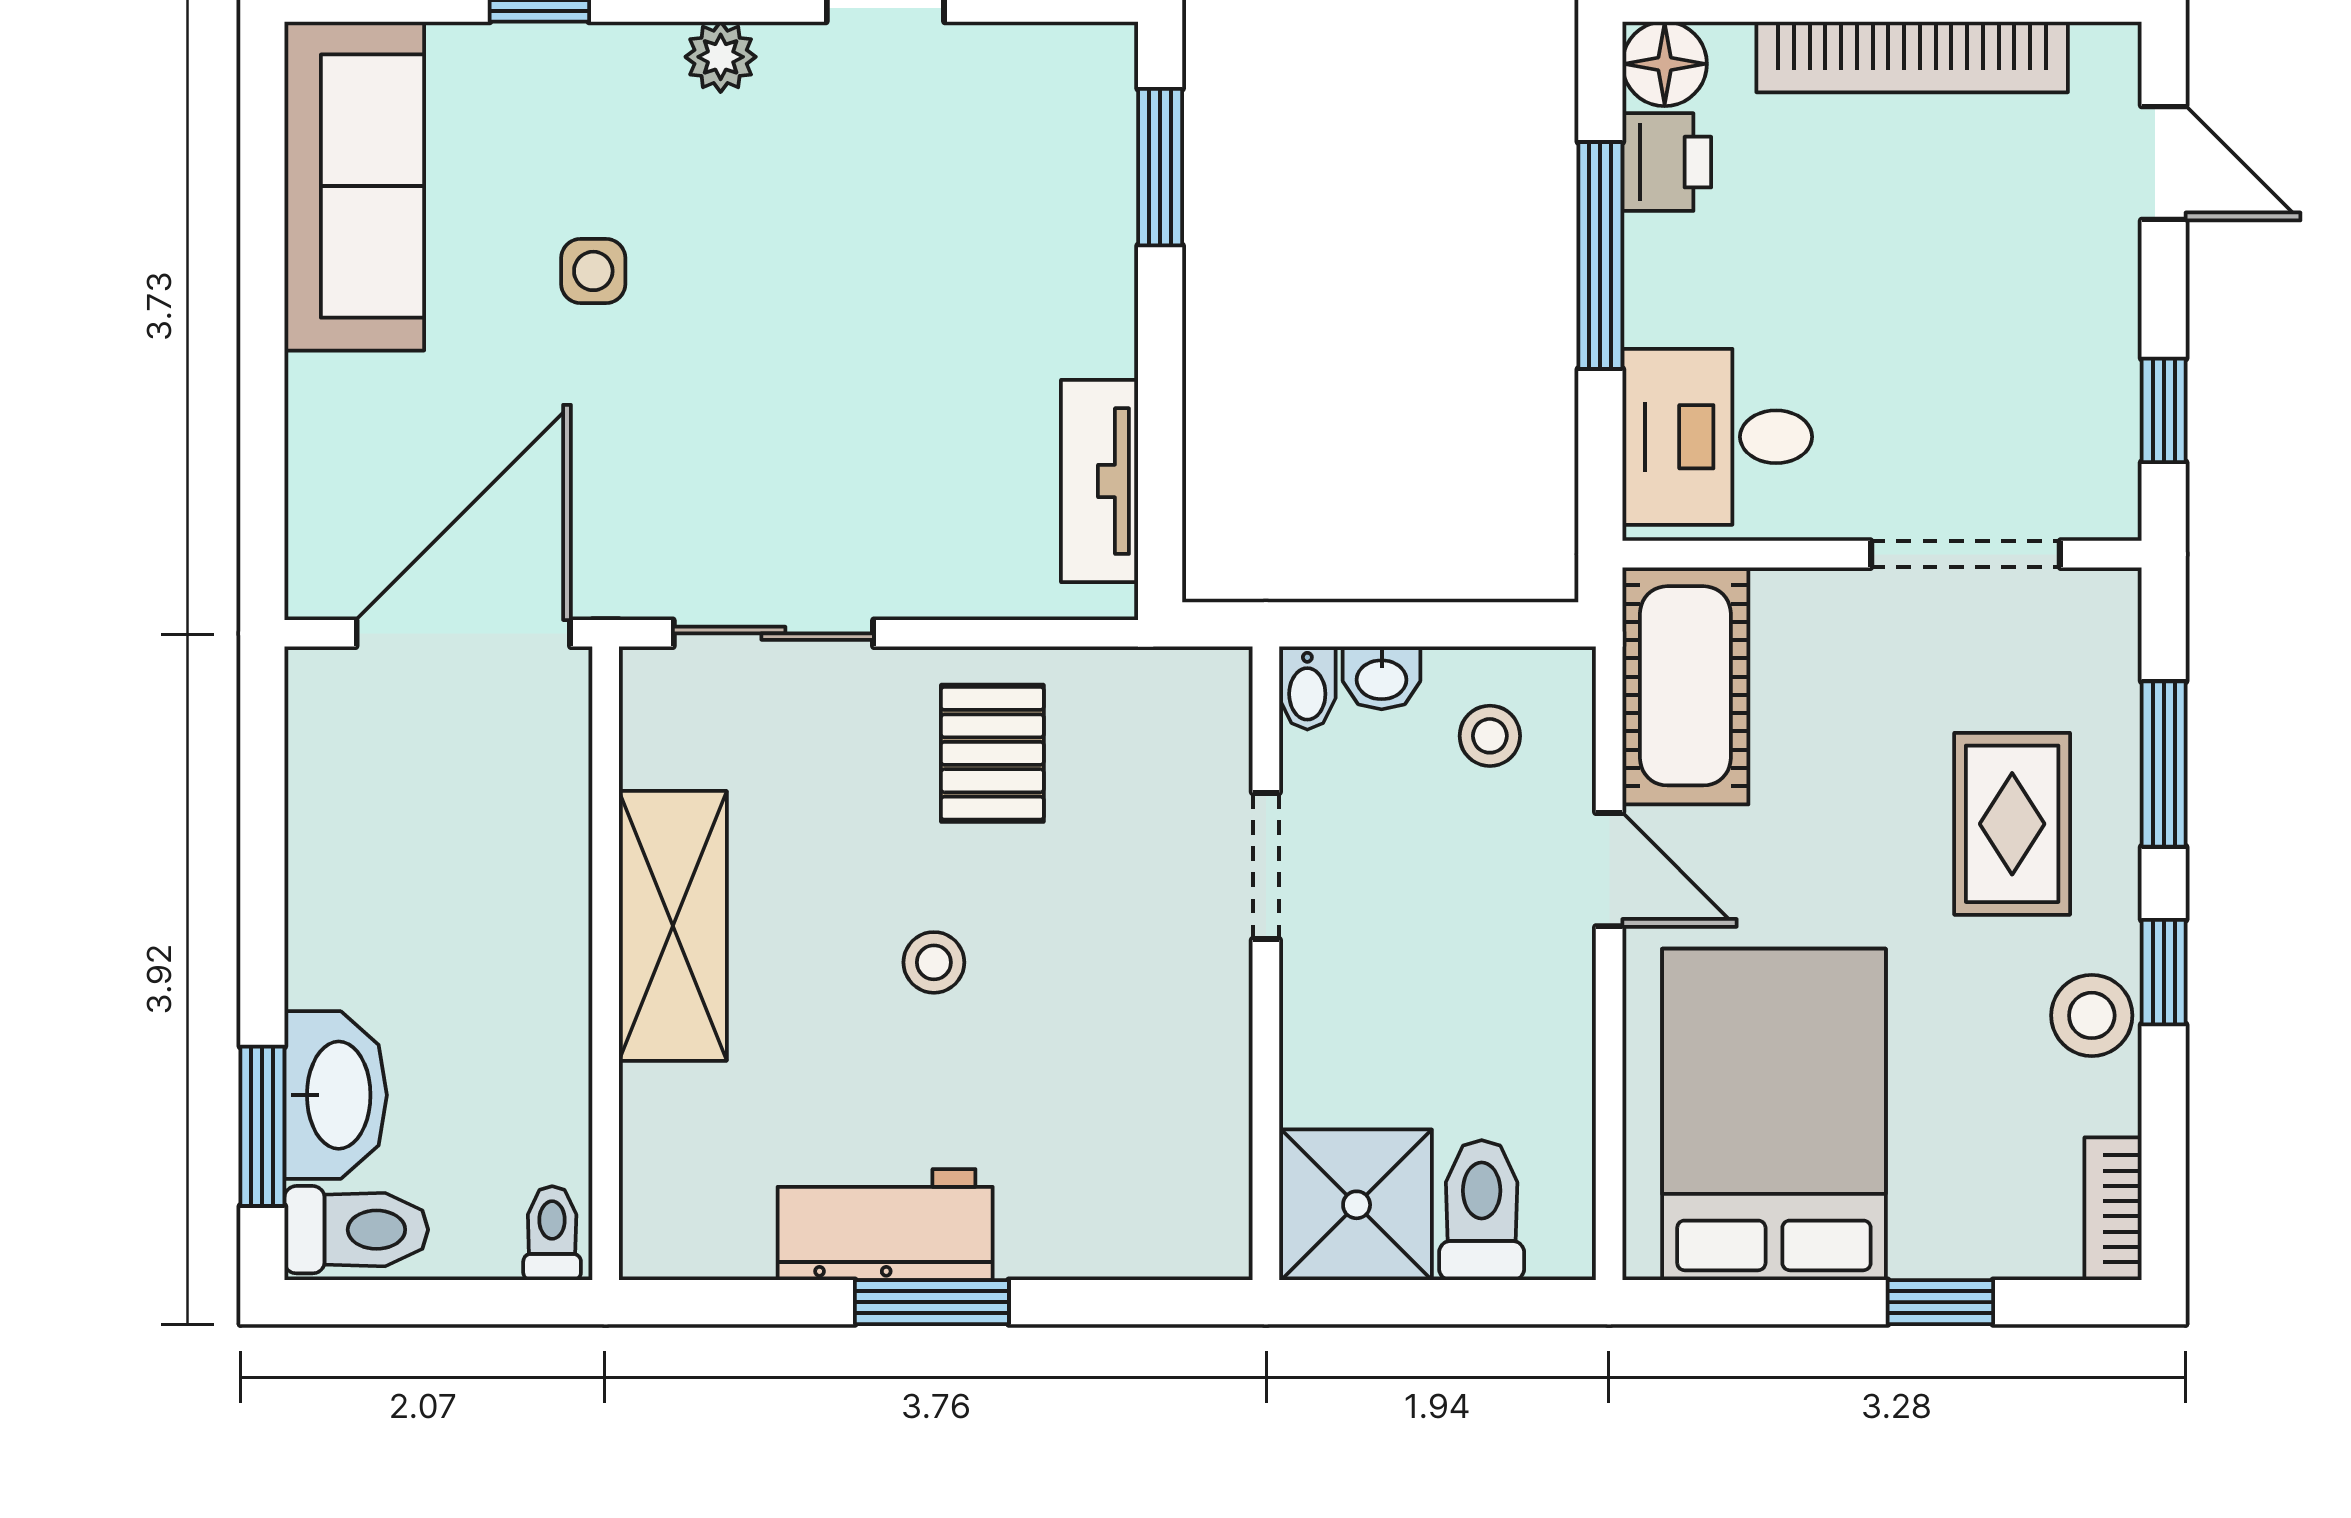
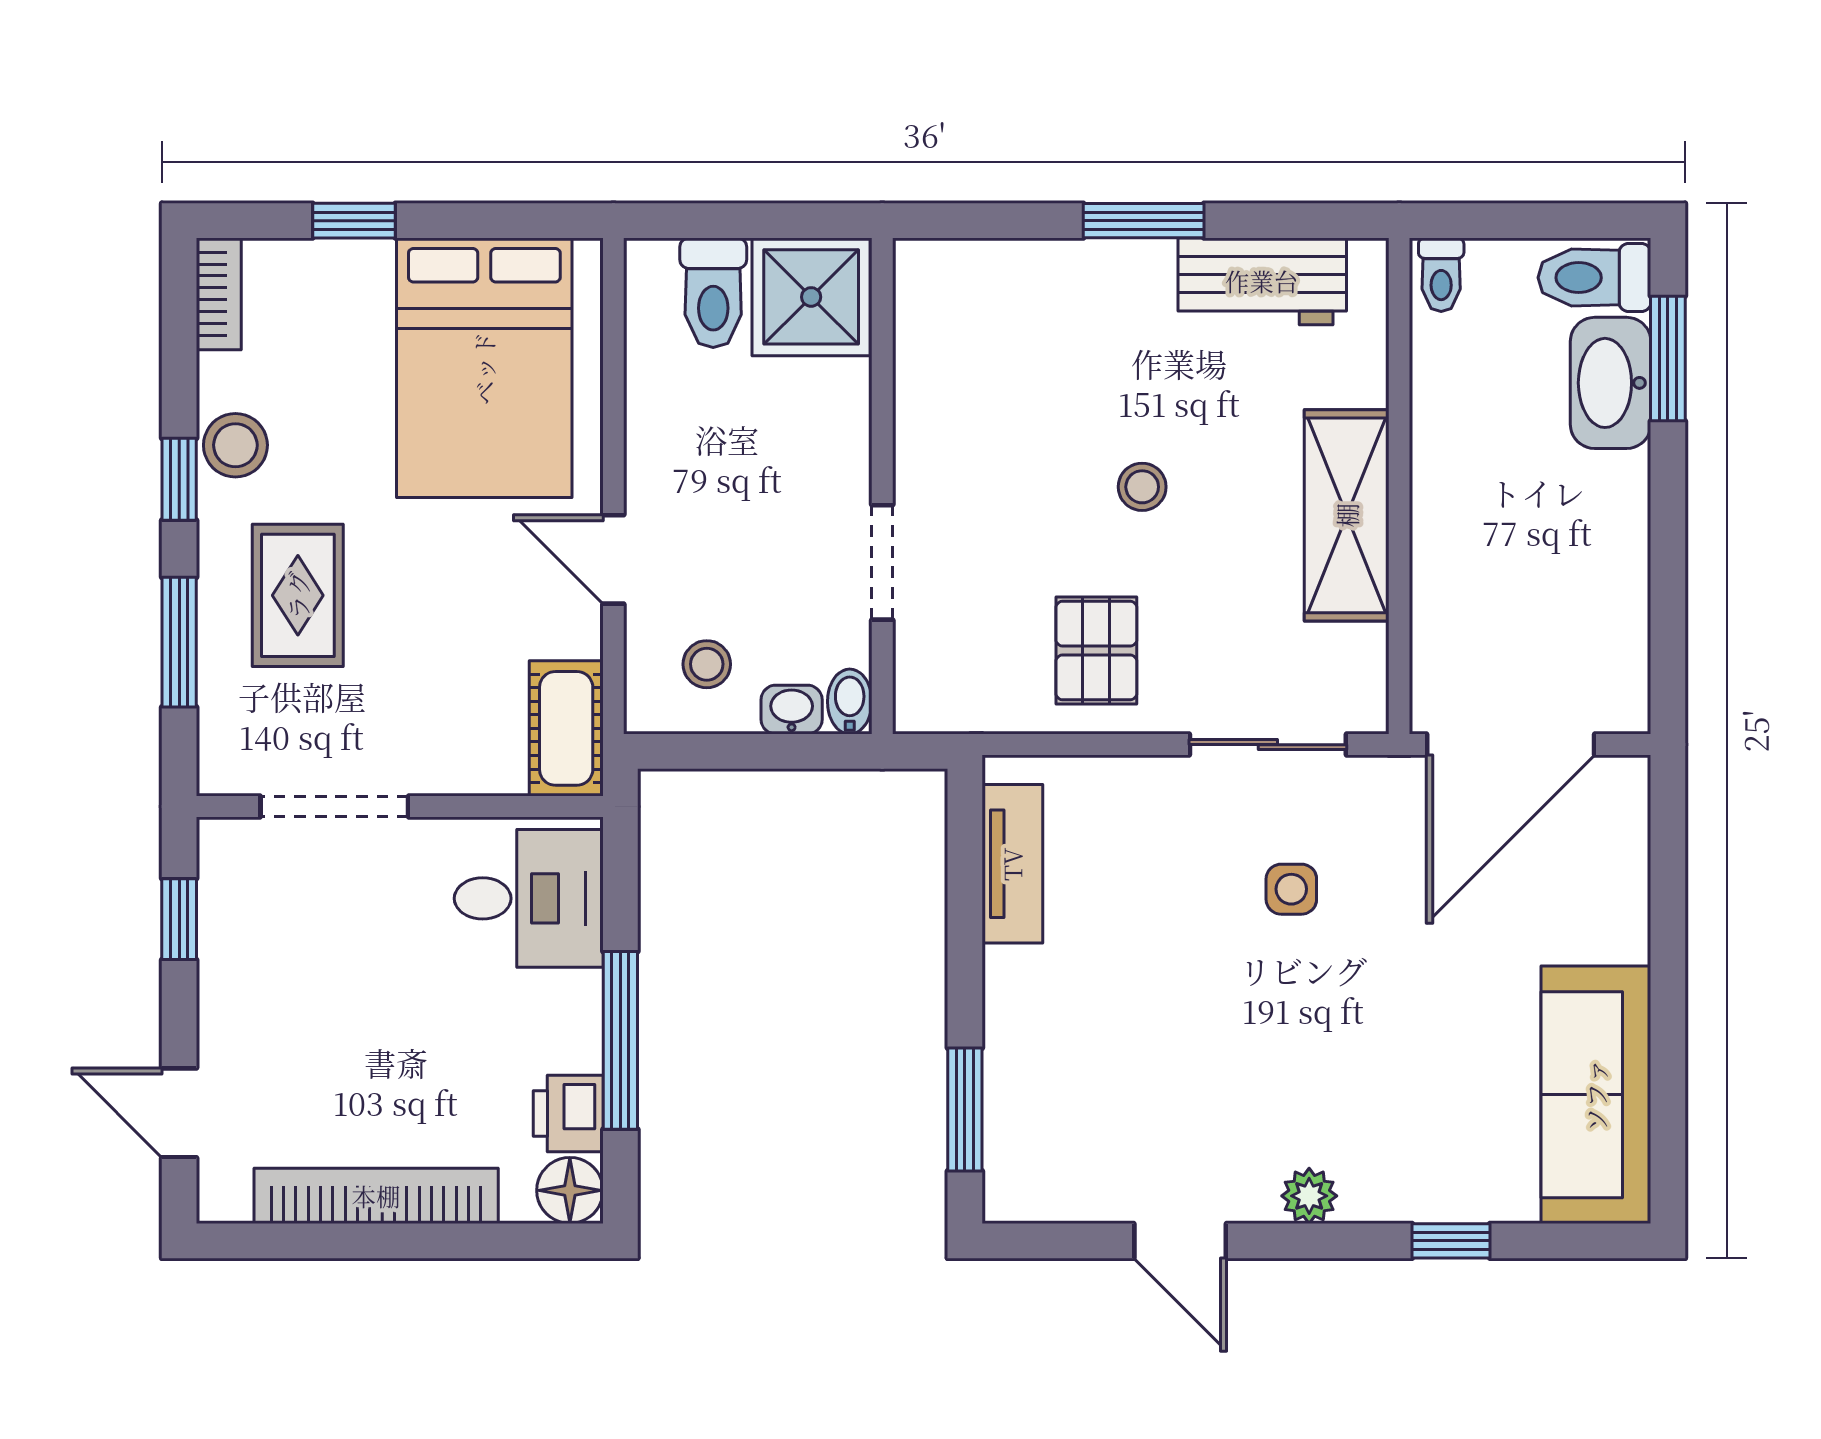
side table: (593, 271) -> (1291, 889), moved
cot: (1685, 686) -> (566, 728), width x0.73, depth x0.75
workbench: (885, 1225) -> (1262, 281), moved

